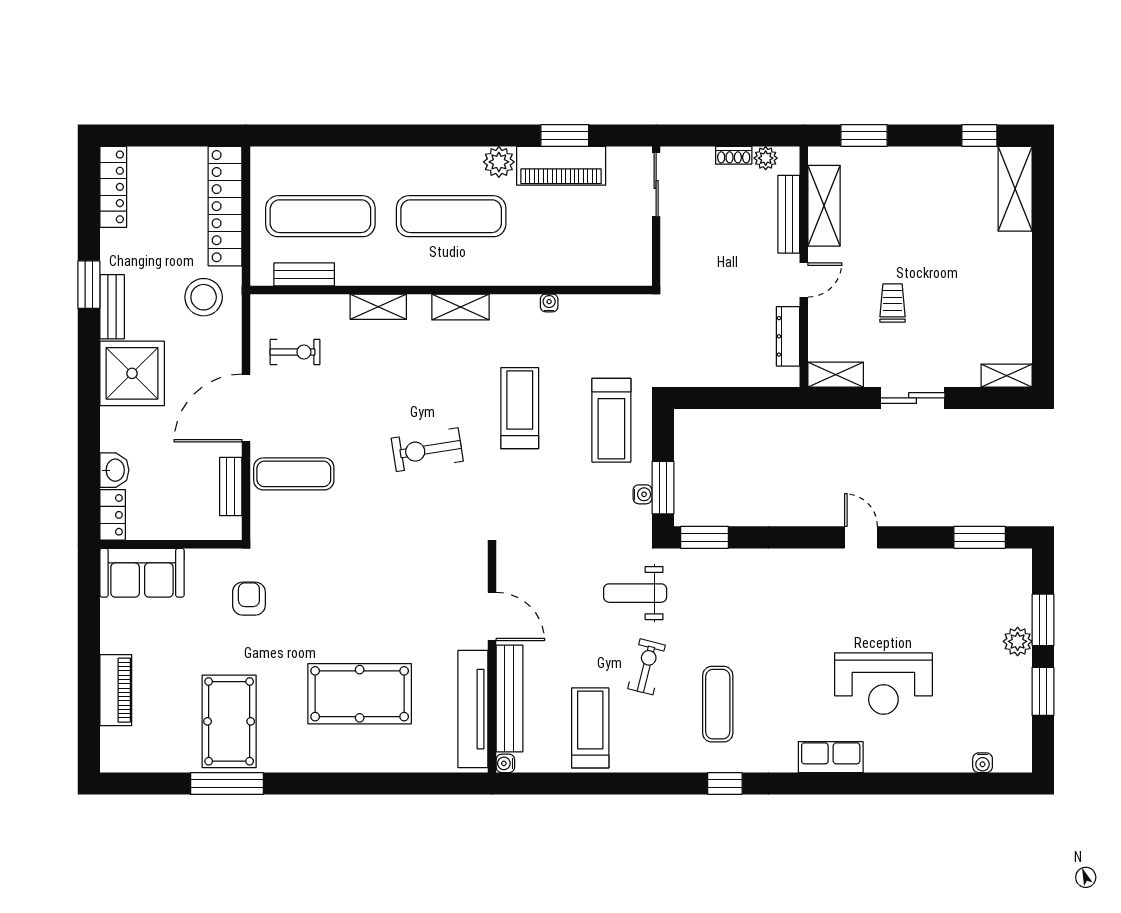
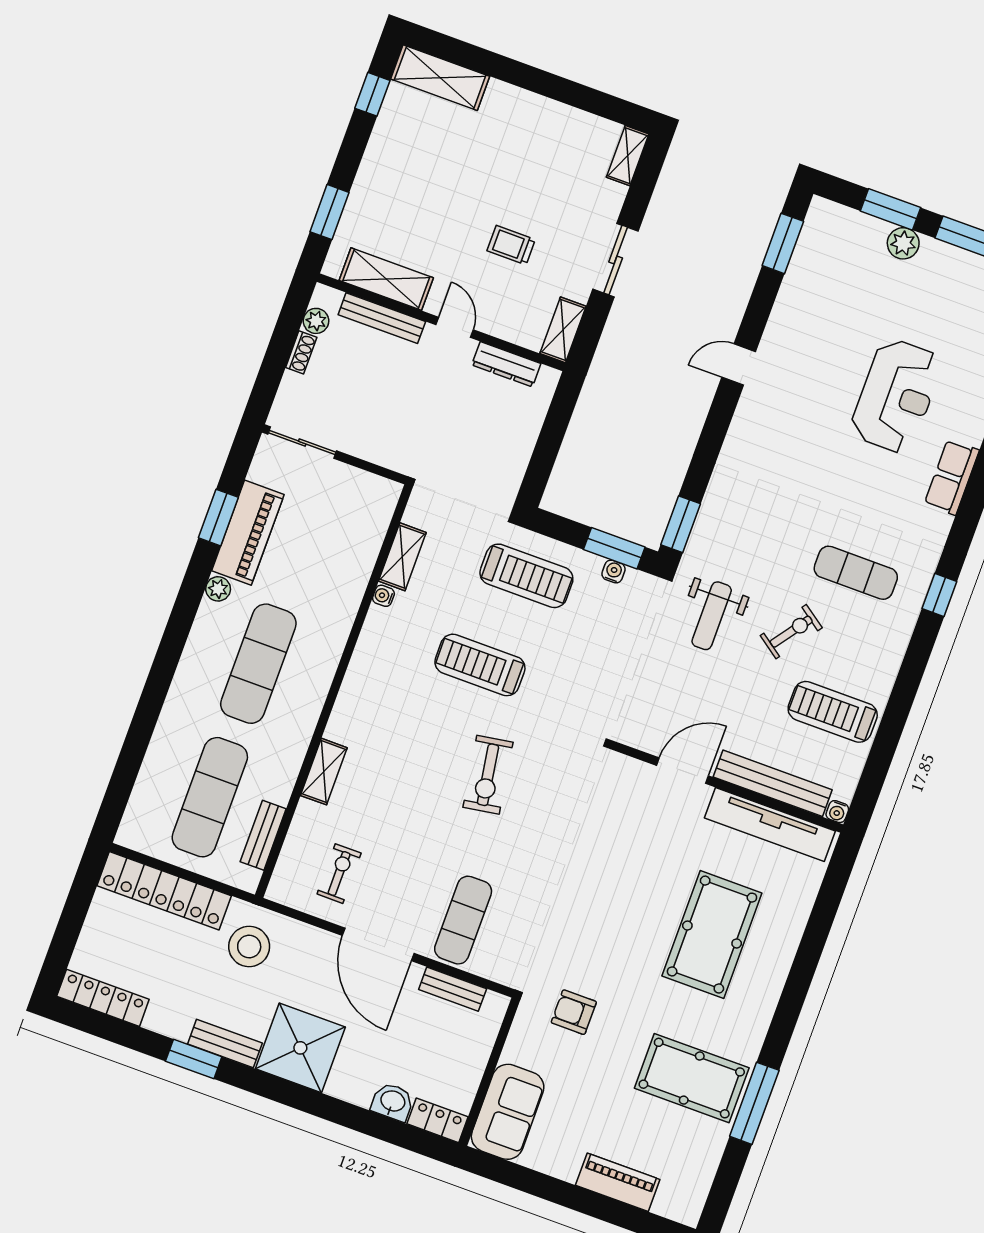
plant: (499, 162) -> (218, 589), width x0.73, depth x0.73
shelving: (461, 307) -> (402, 557), moved
exercise bike: (646, 667) -> (791, 632), turned 112

